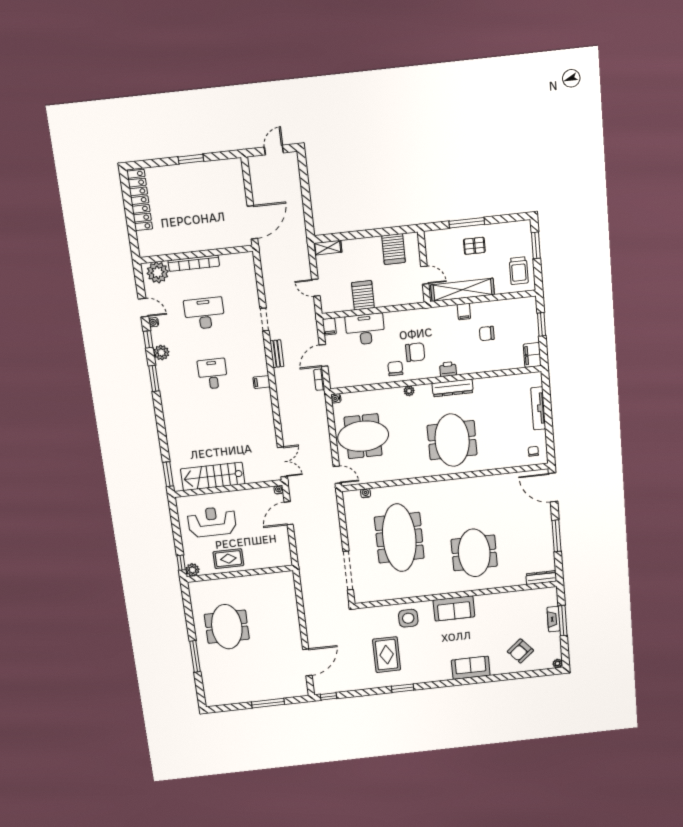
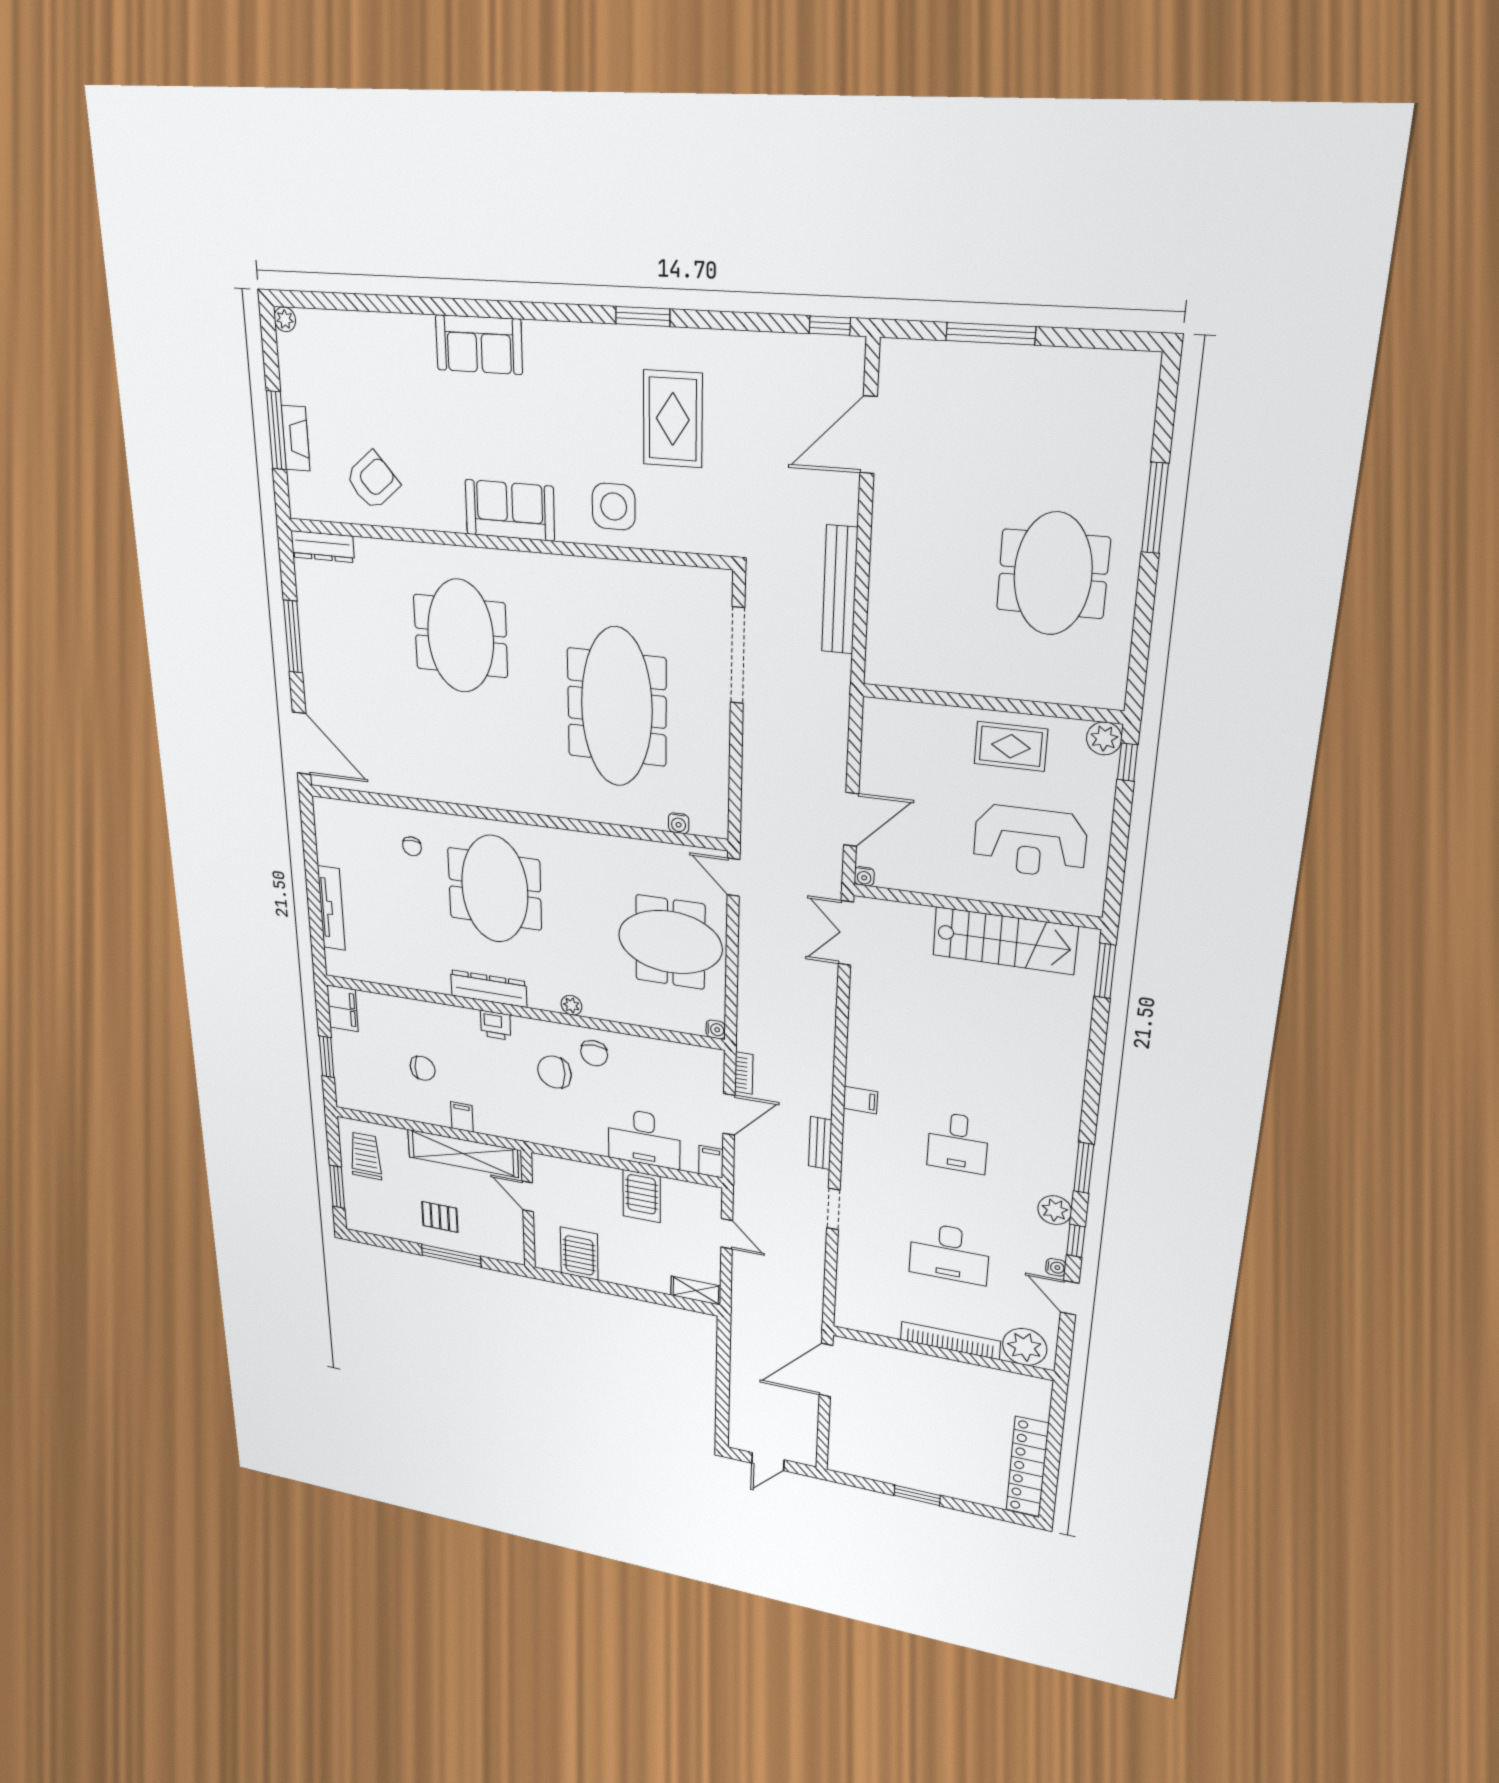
chair: (533, 451) -> (412, 846), moved
bench: (309, 605) -> (840, 590), added
armchair: (520, 651) -> (373, 481), moved

